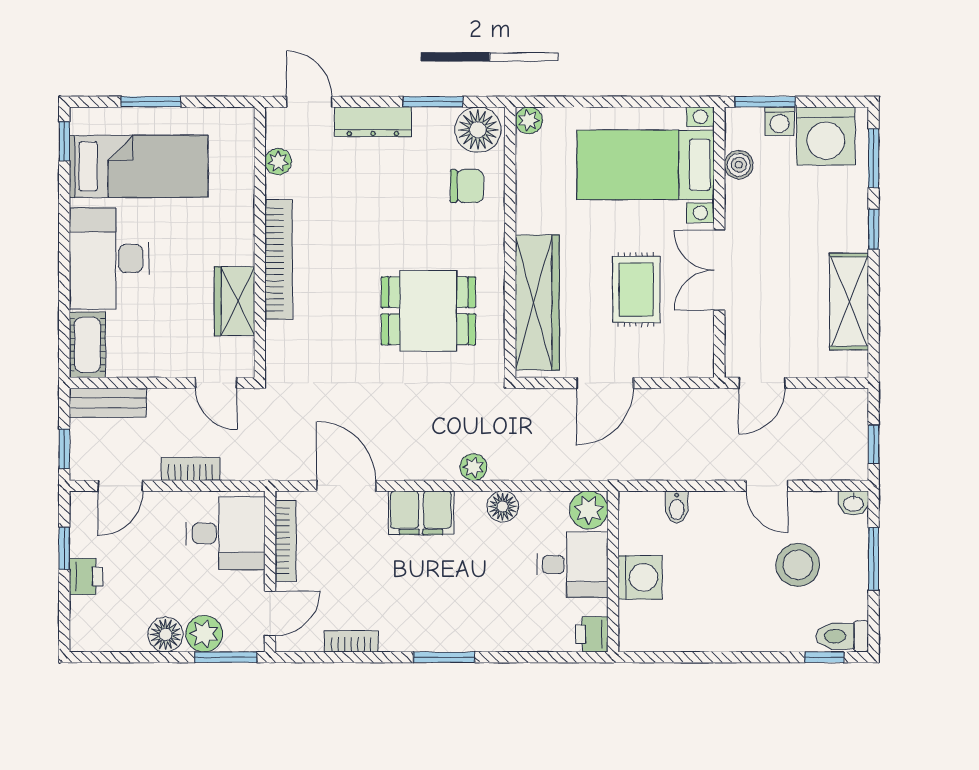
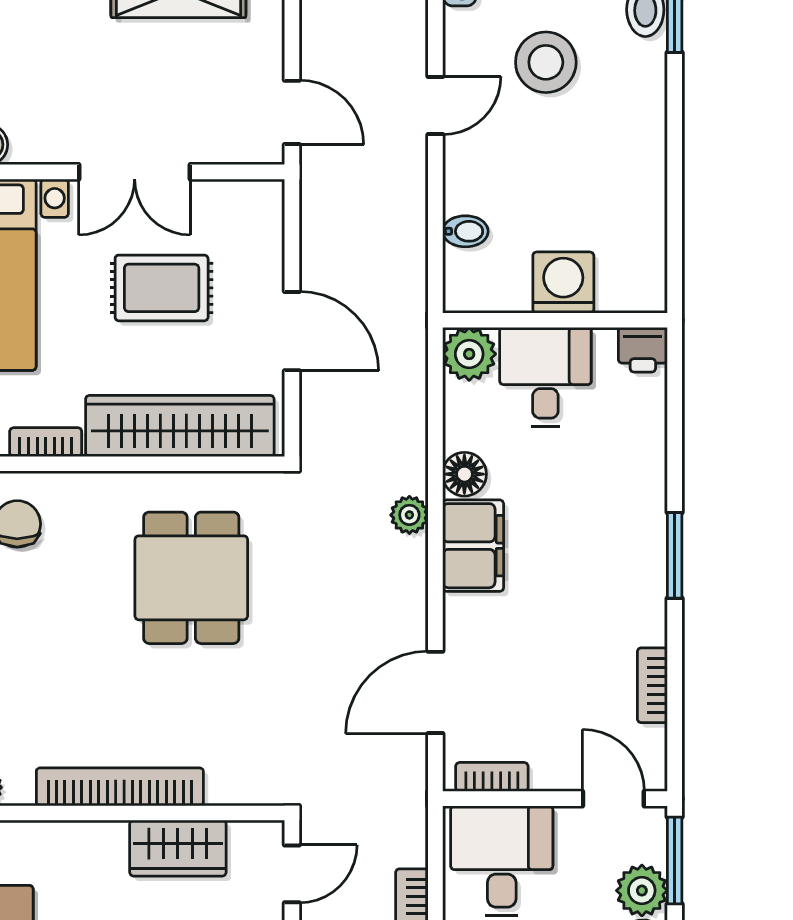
bookcase: (526, 206) -> (46, 442), added
filing cabinet: (421, 513) -> (473, 546), moved
bookcase: (286, 541) -> (492, 777), width x0.64

